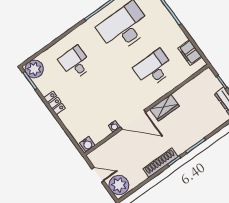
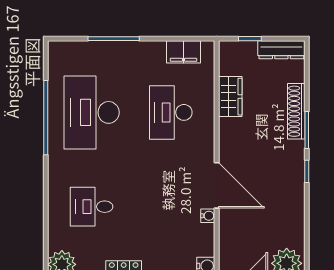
wardrobe: (165, 108) -> (230, 97), moved
door: (133, 120) -> (217, 185), hinge flipped
shoe rack: (160, 163) -> (296, 111), moved

